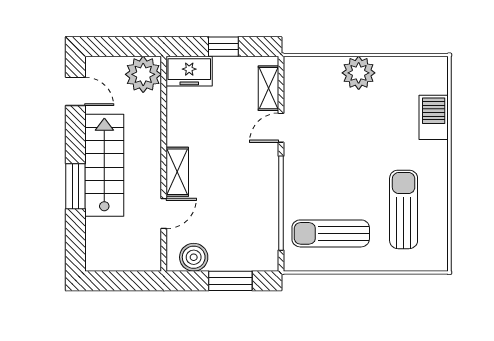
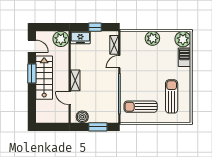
plant: (430, 75) -> (183, 39), added
window: (75, 186) -> (32, 73), moved
door: (164, 213) -> (70, 98), swing flipped

